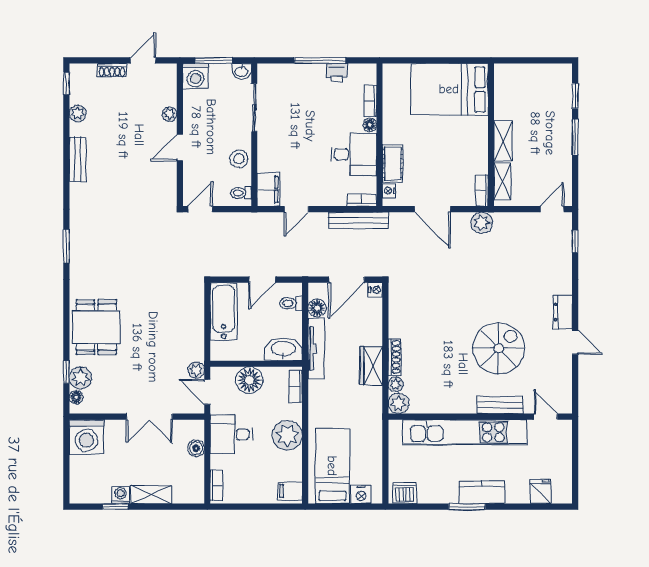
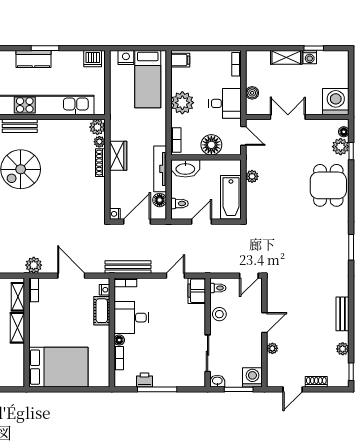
plant: (196, 370) -> (252, 176), moved

